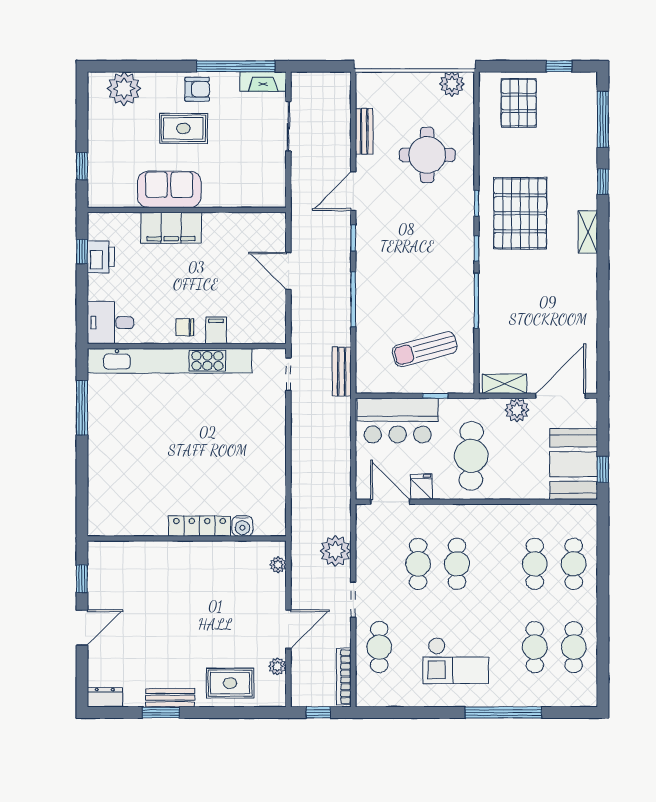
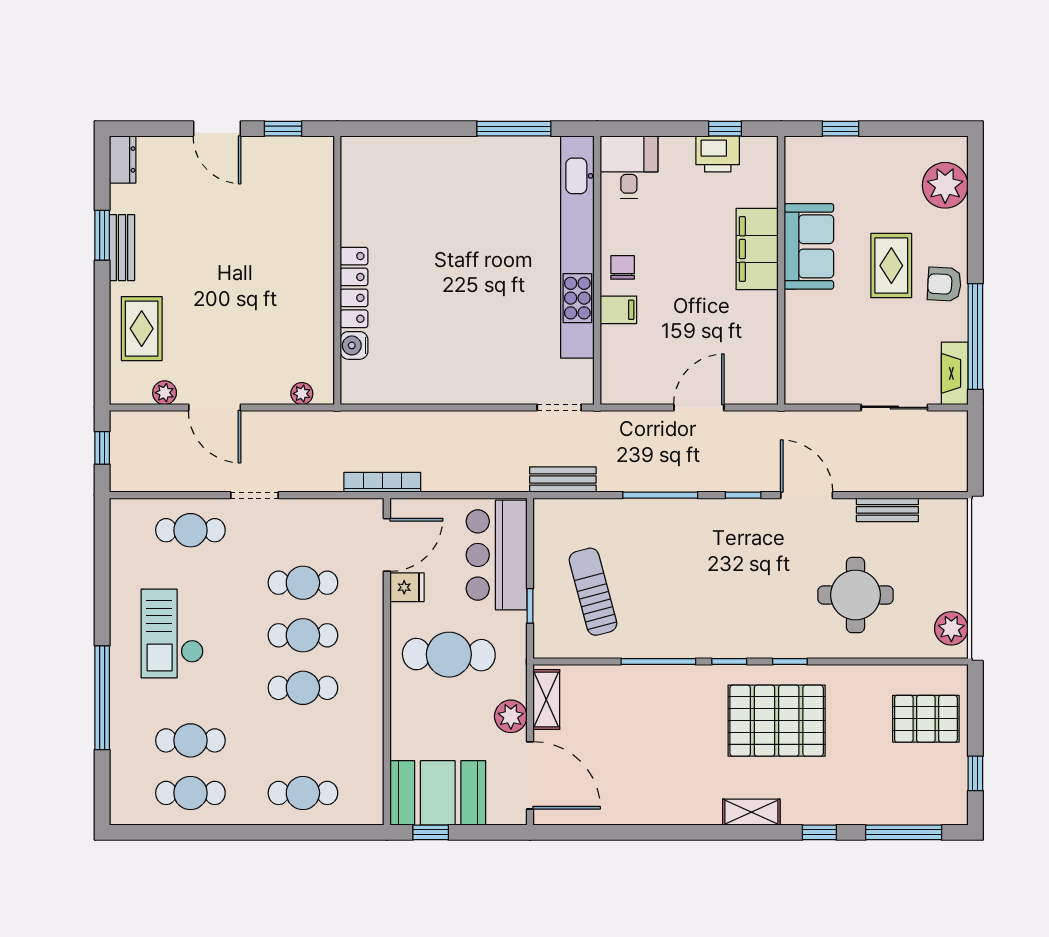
armchair: (197, 89) -> (944, 284), turned 93
plant: (335, 551) -> (320, 471), removed
cafe table: (535, 564) -> (303, 688), moved
bookcase: (344, 677) -> (382, 482), moved

